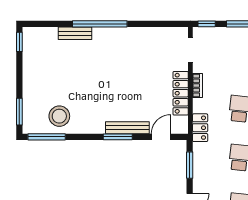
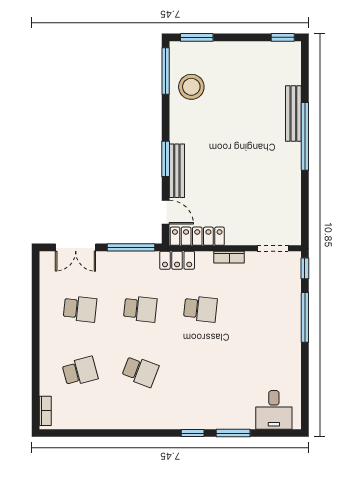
bench: (75, 33) -> (293, 114), width x1.36
locker: (181, 93) -> (197, 236), moved
window: (190, 165) -> (131, 247), width x1.44

